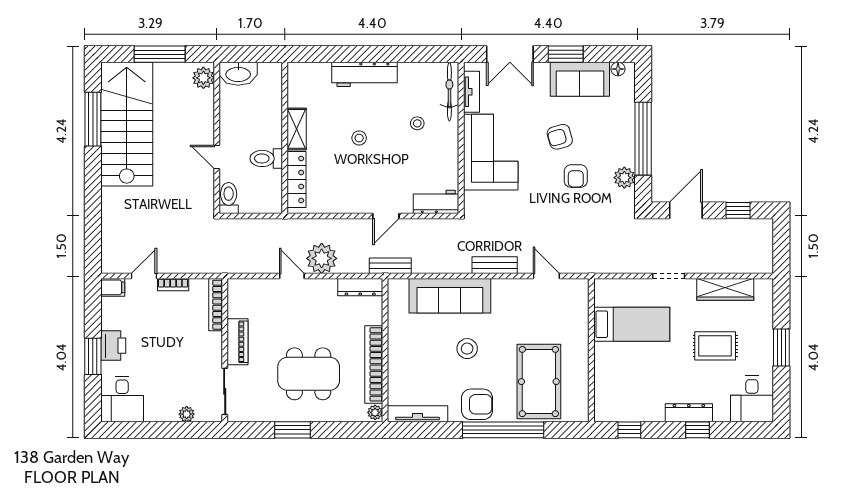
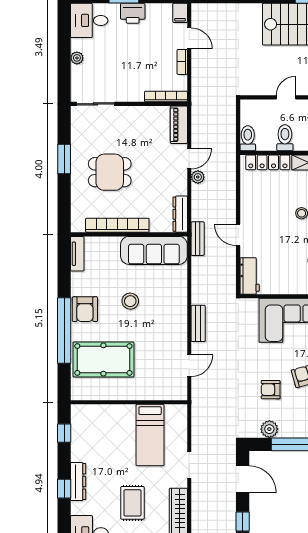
toilet: (229, 198) -> (248, 138), moved, turned -90
plant: (322, 258) -> (198, 177), width x0.53, depth x0.53
sofa: (450, 296) -> (154, 250), moved, turned -90
piano: (237, 342) -> (179, 125), moved, turned 90
dining table: (309, 374) -> (110, 172), width x0.73
plant: (375, 412) -> (78, 226), removed
plant: (187, 414) -> (77, 58), moved
tv unit: (418, 414) -> (77, 254), width x0.71

